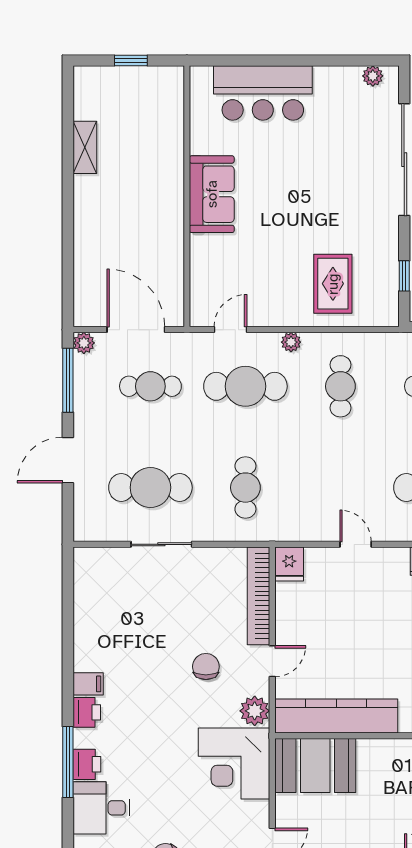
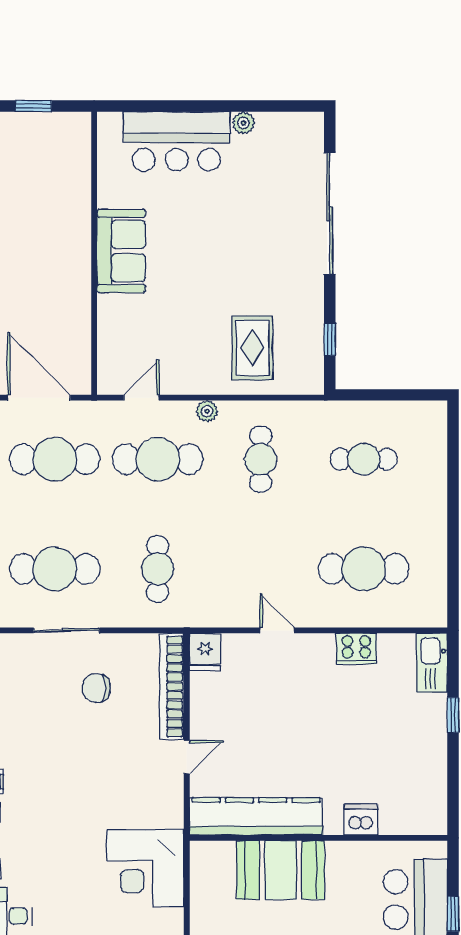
plant: (373, 76) -> (243, 123), moved
cafe table: (150, 386) -> (55, 459), width x1.37, depth x1.35
chair: (206, 667) -> (96, 688), moved, turned -88
plant: (255, 711) -> (168, 811), removed
booth: (315, 765) -> (281, 870), moved

